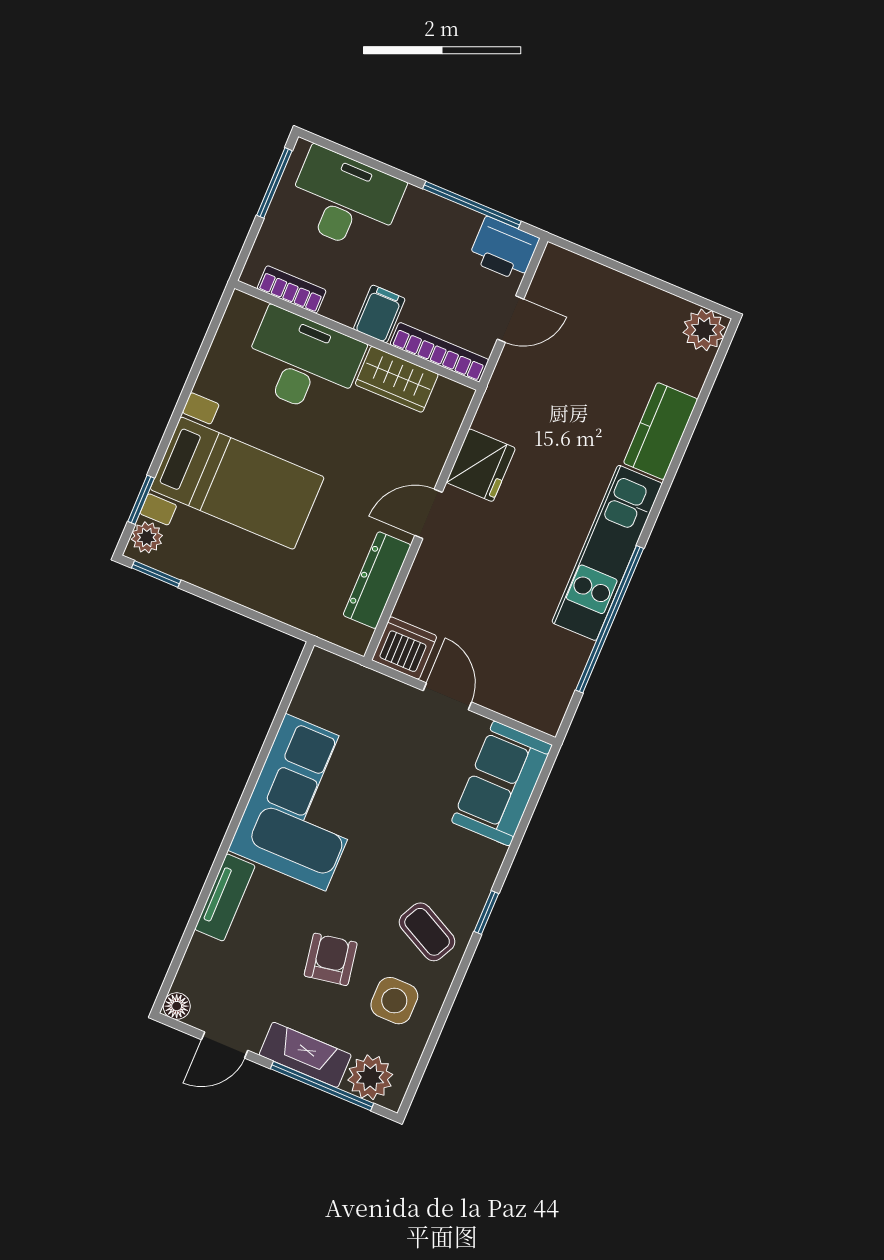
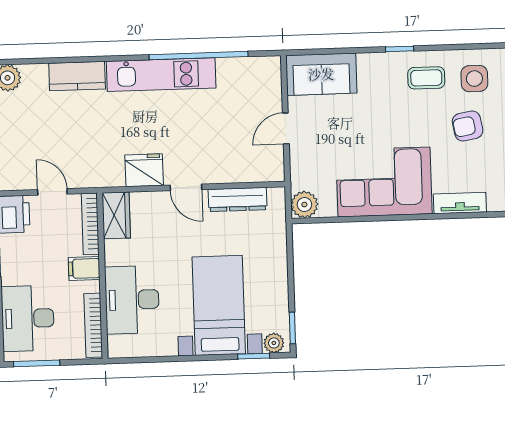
bookcase: (292, 290) -> (93, 325), width x1.56
wardrobe: (397, 379) -> (116, 215), moved
dishwasher: (404, 648) -> (269, 166), removed
plant: (326, 673) -> (304, 205), added
coffee table: (427, 932) -> (426, 78), turned 63

